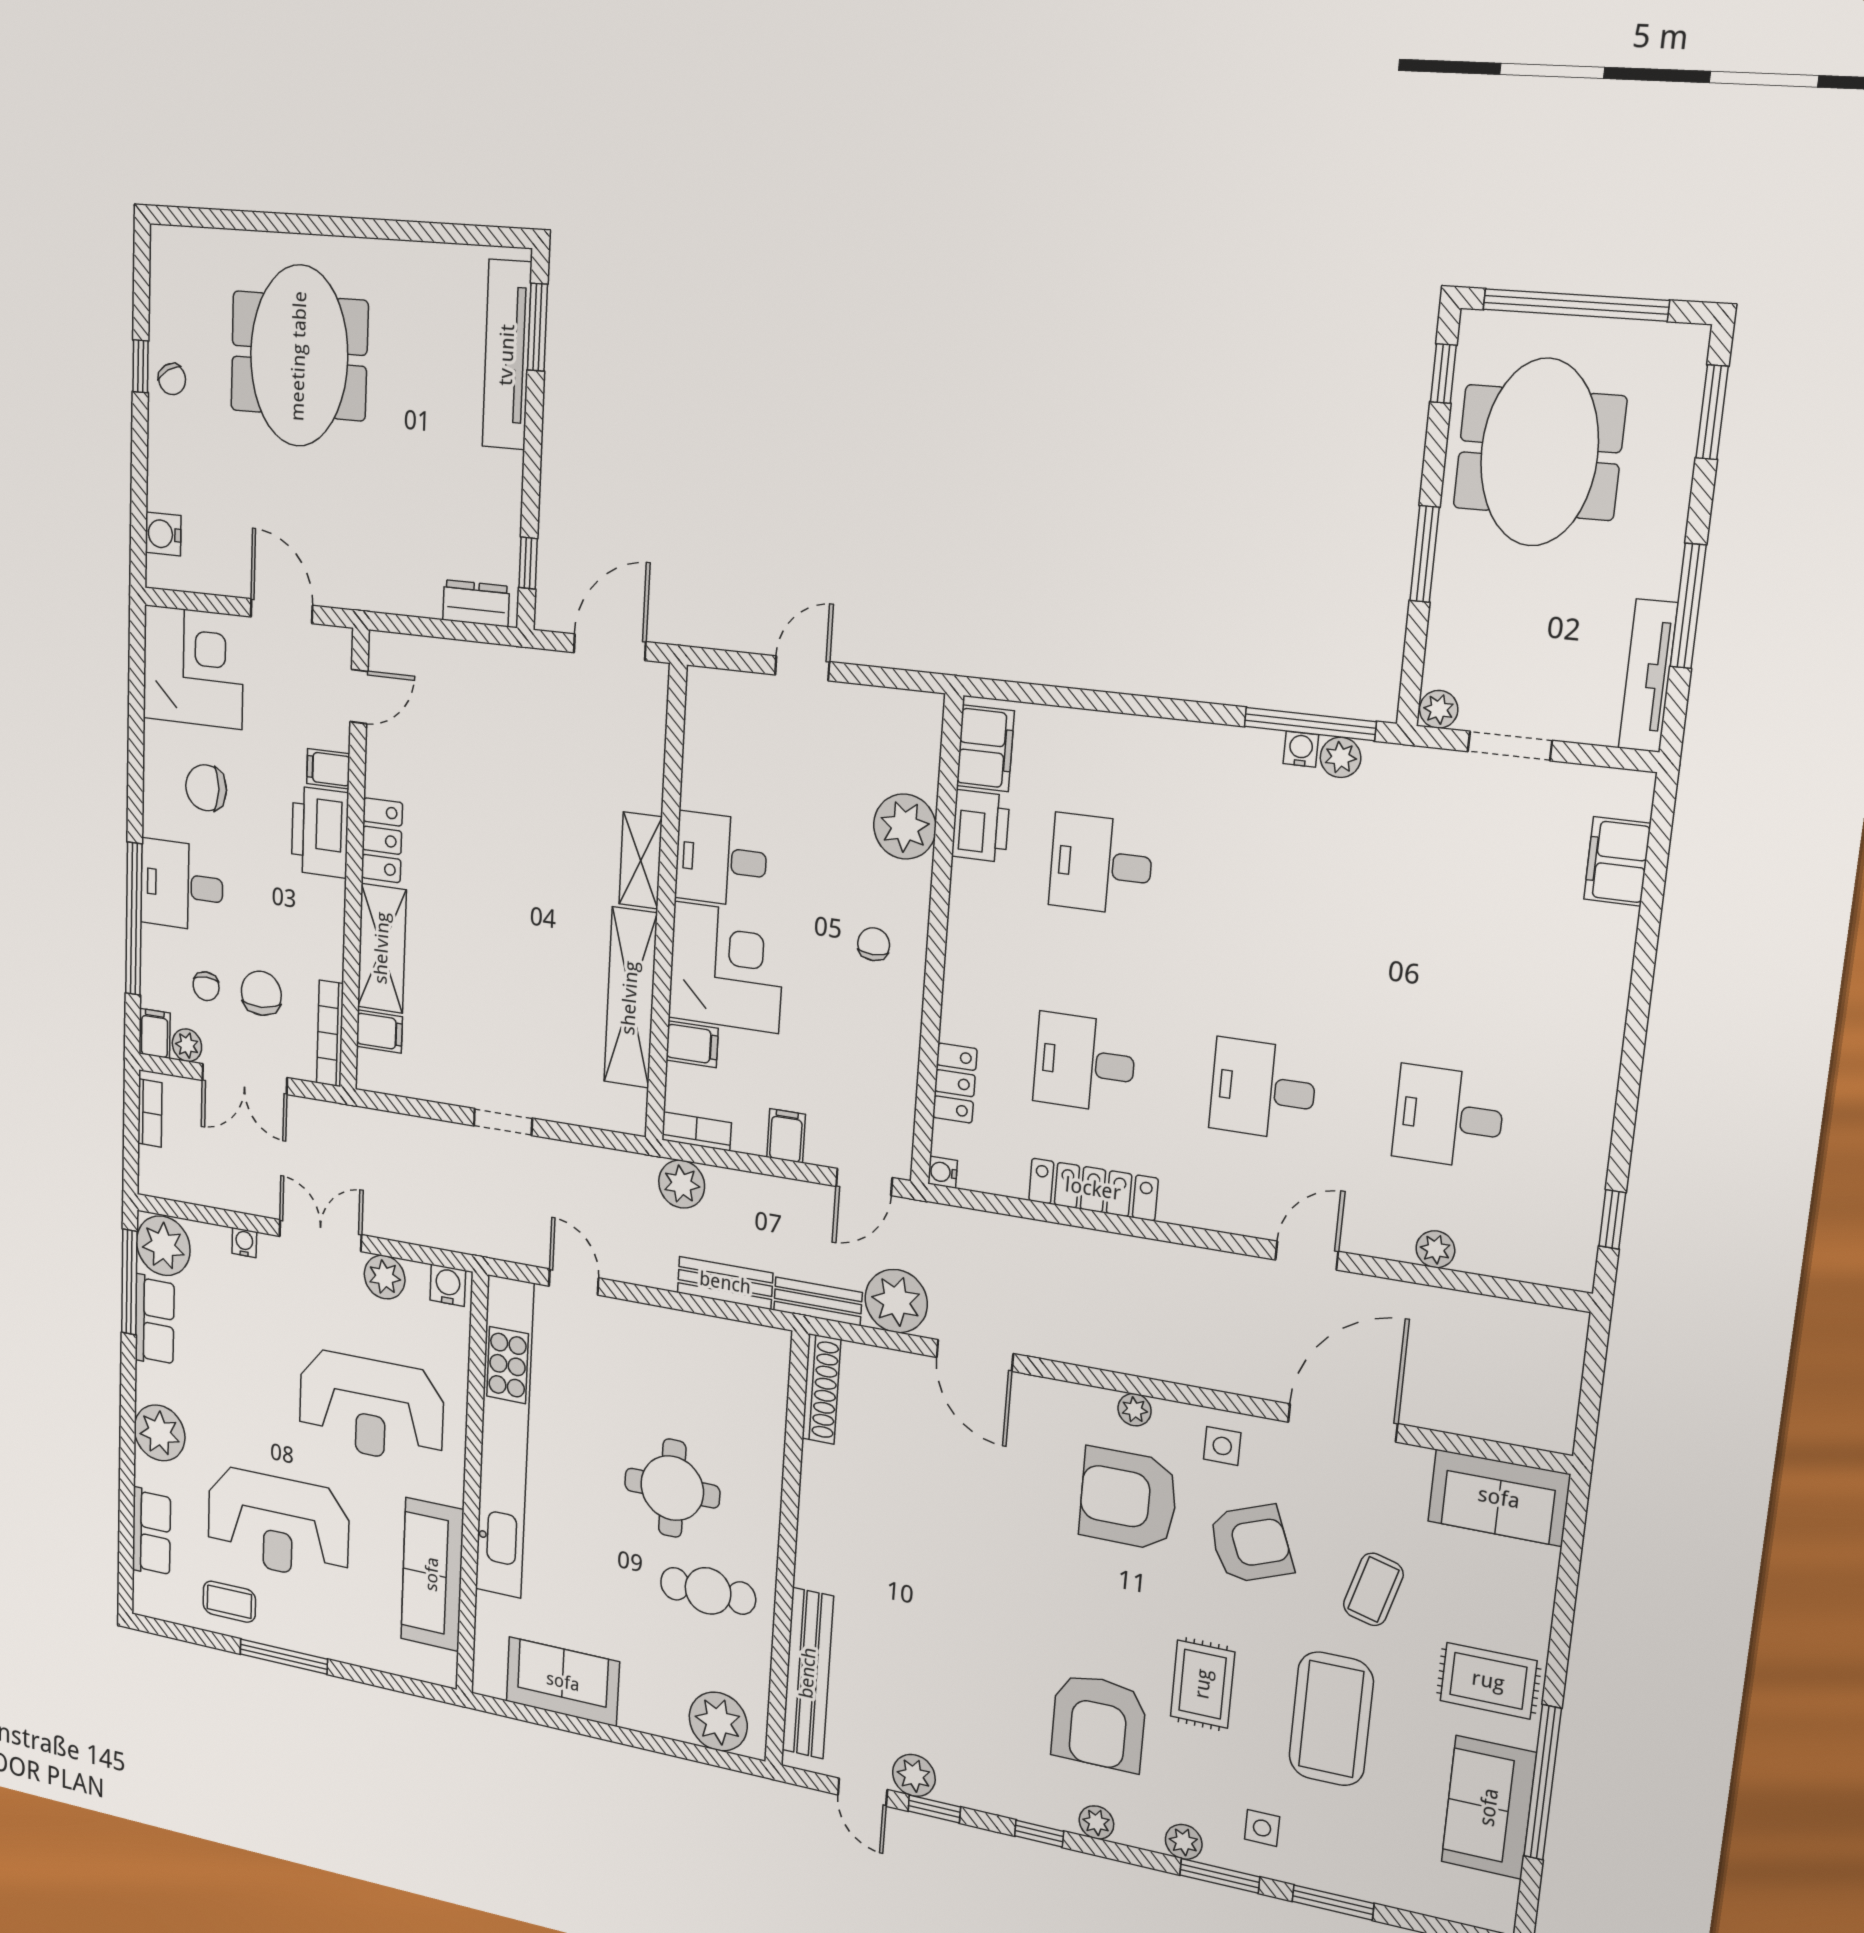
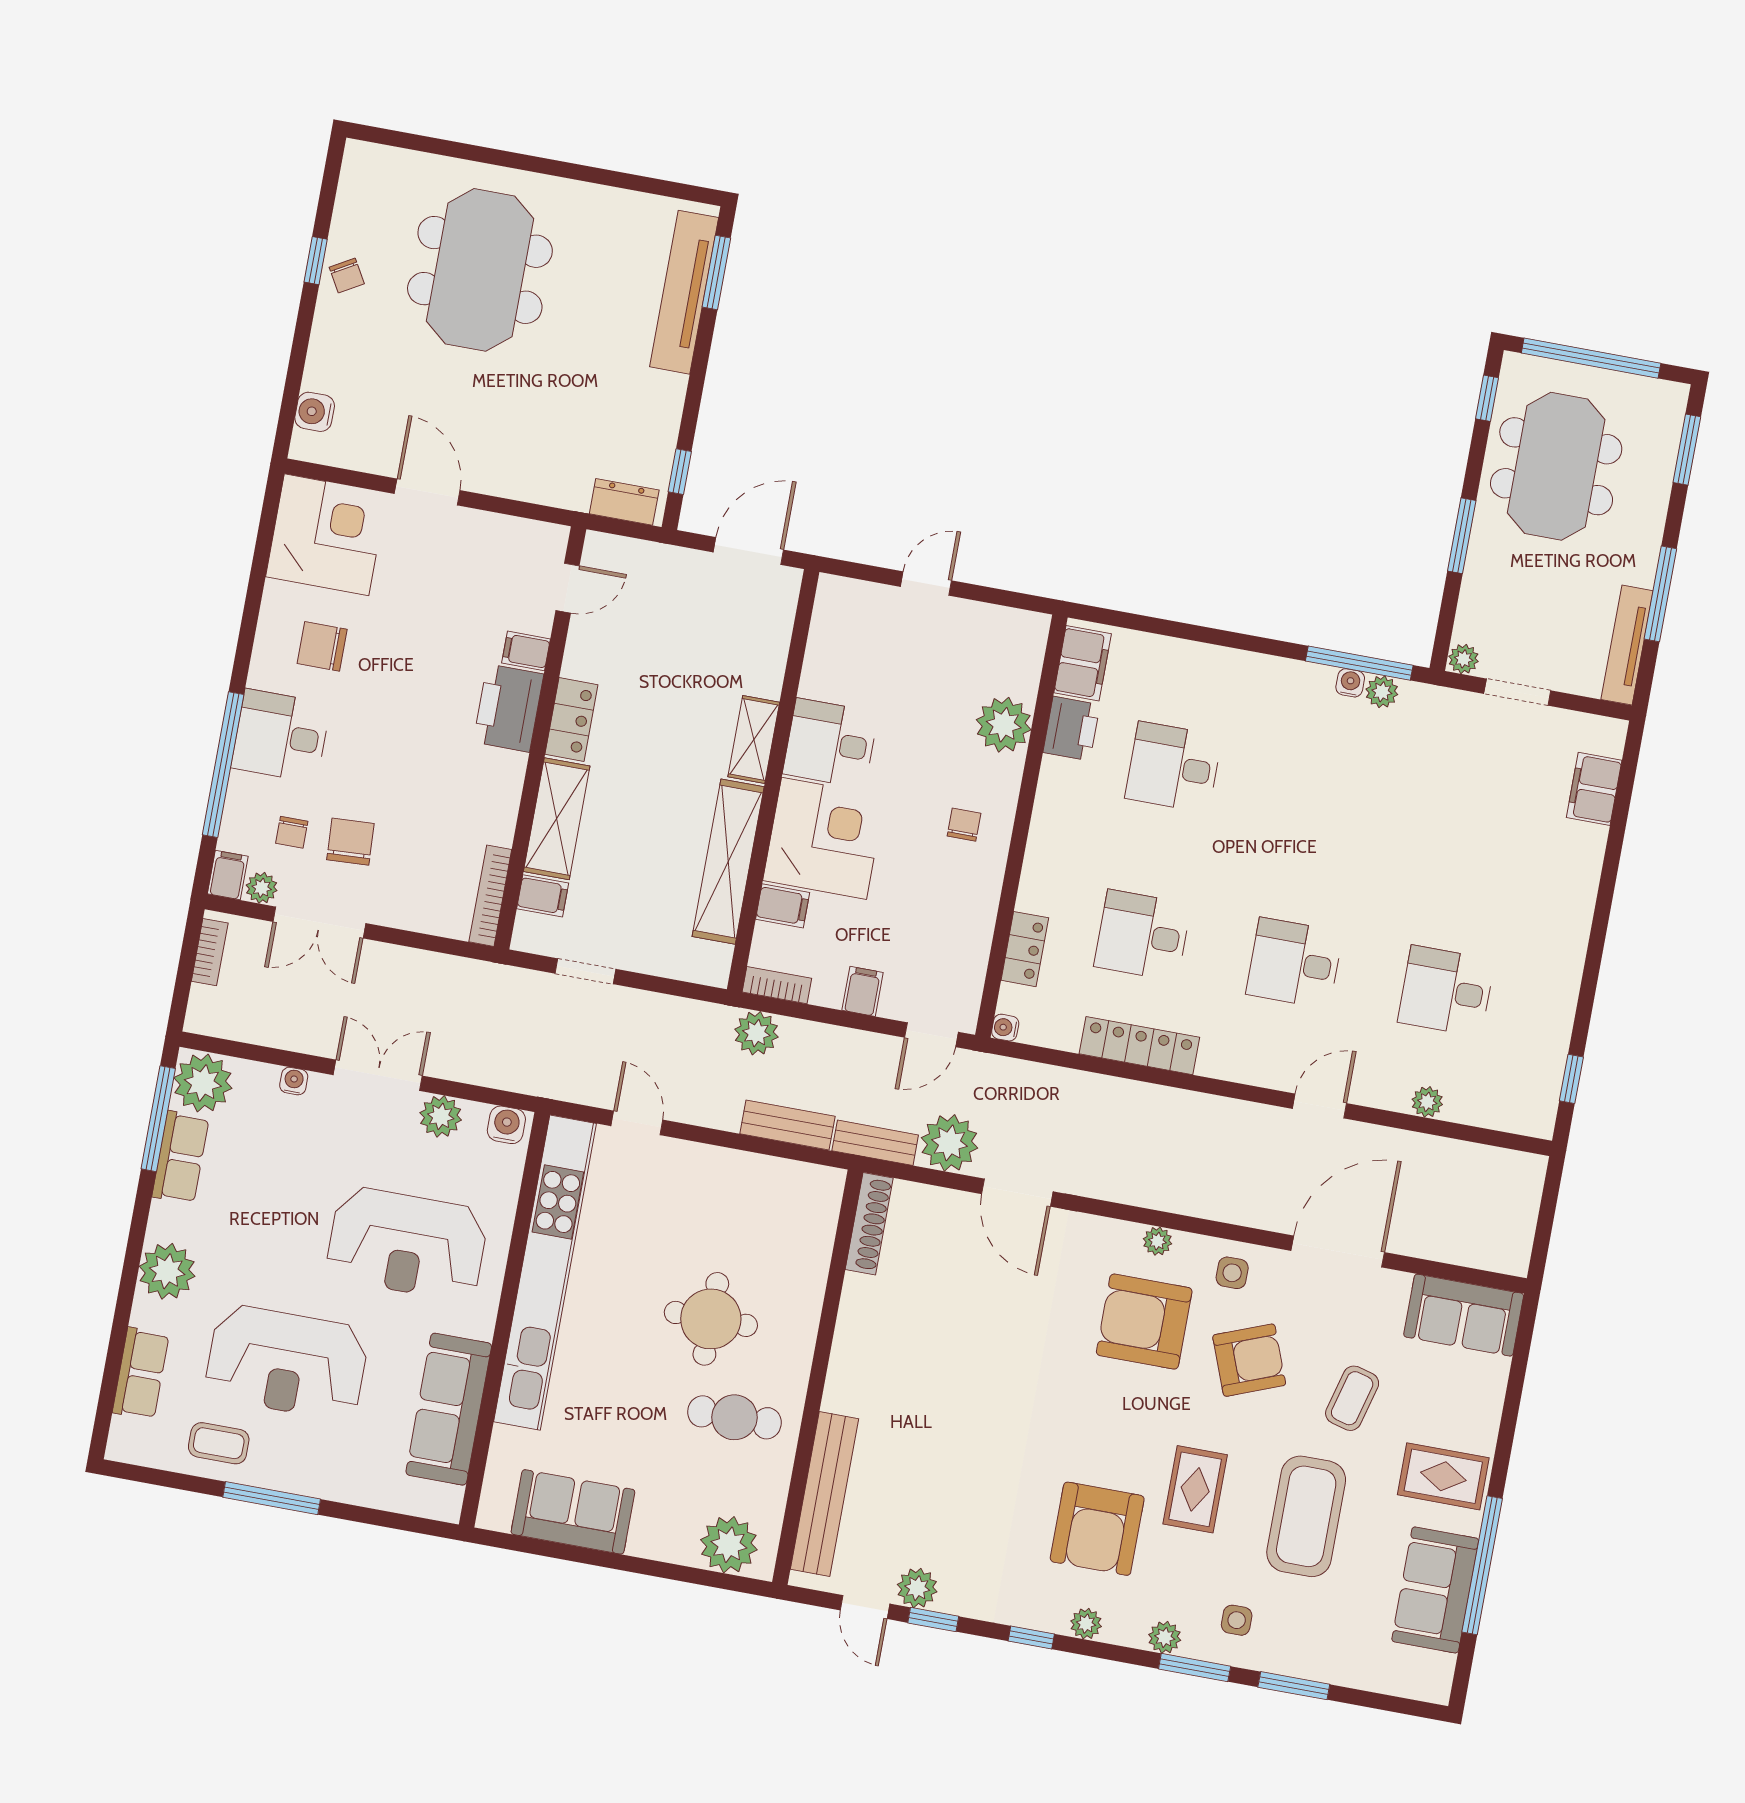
door: (359, 697) -> (568, 588), moved
filing cabinet: (328, 769) -> (526, 651), moved
printer: (320, 832) -> (508, 708), moved
locker: (382, 840) -> (571, 719), moved
wall: (354, 862) -> (540, 738), moved
shelving: (382, 948) -> (557, 819), moved
filing cabinet: (379, 1032) -> (543, 896), moved
bookcase: (330, 1033) -> (490, 896), moved

